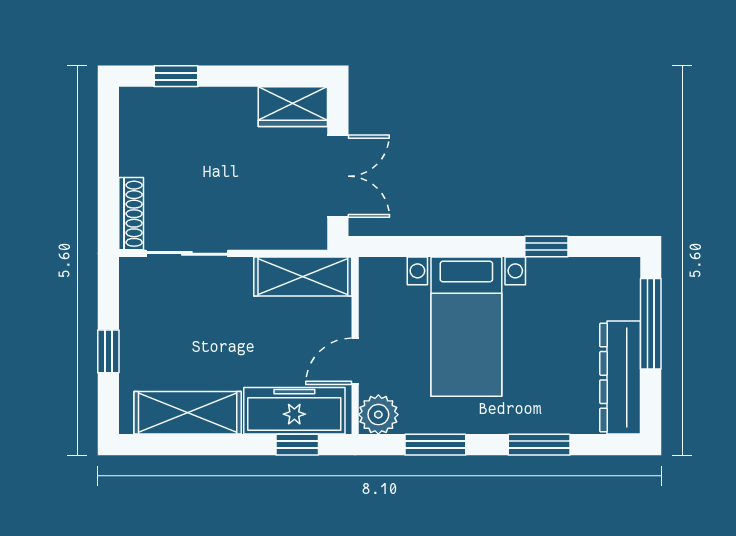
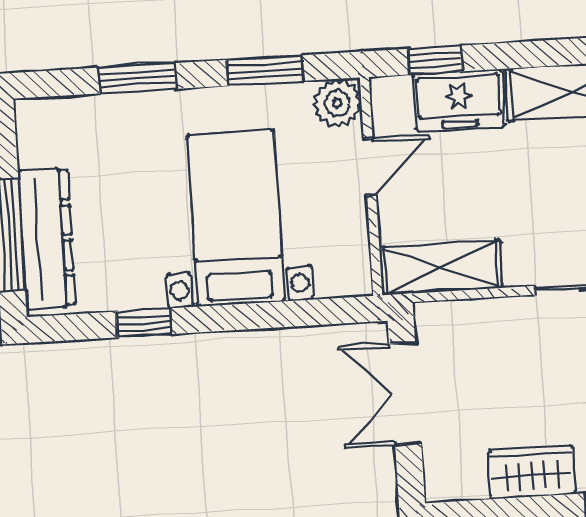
wardrobe: (293, 107) -> (532, 472), moved
dresser: (620, 378) -> (47, 239), moved
freezer: (294, 411) -> (459, 100), width x0.71

